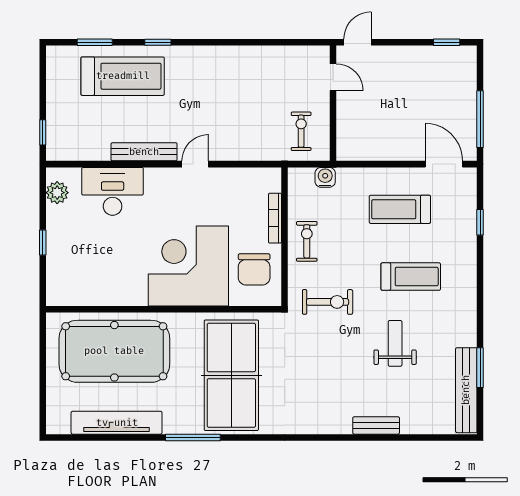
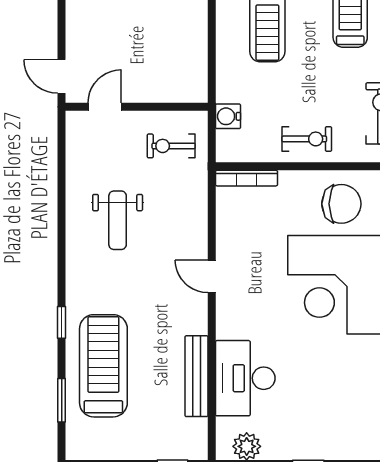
weight bench: (241, 88) -> (118, 220), added
bench: (144, 152) -> (196, 376), moved
bookcase: (275, 218) -> (247, 178), moved
exercise bike: (307, 241) -> (307, 139), turned 180

